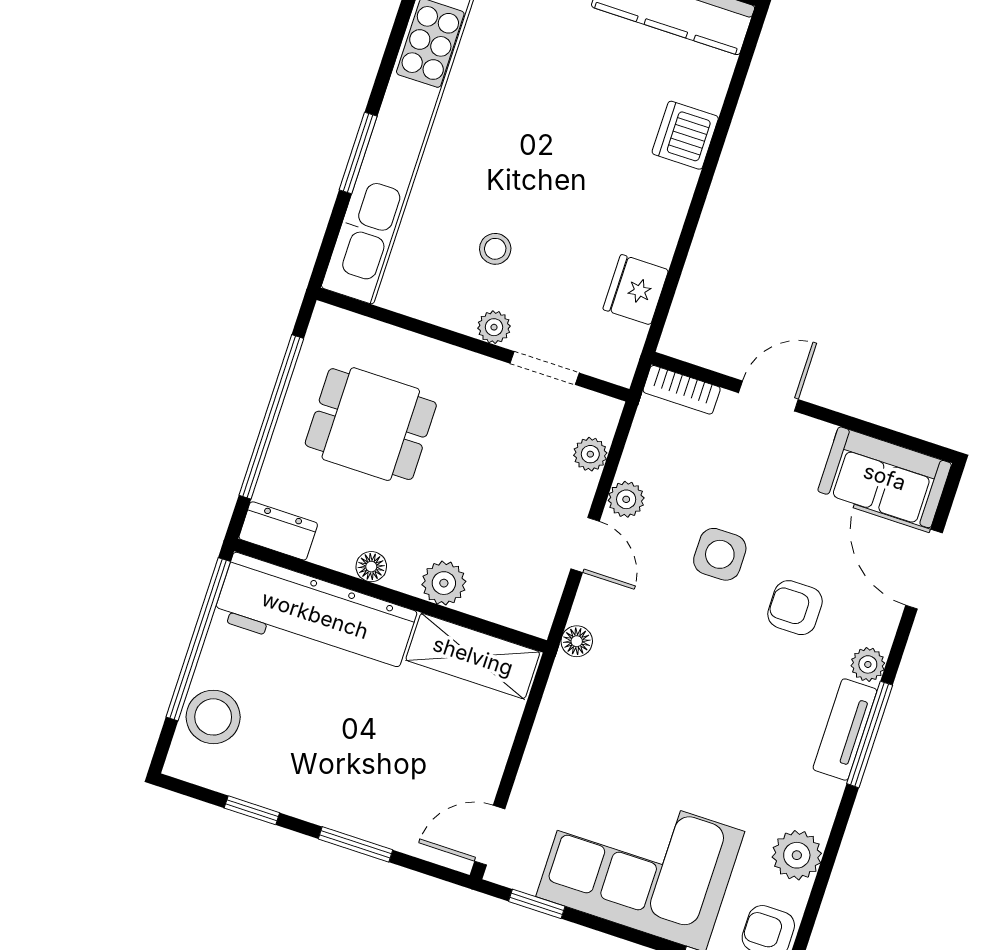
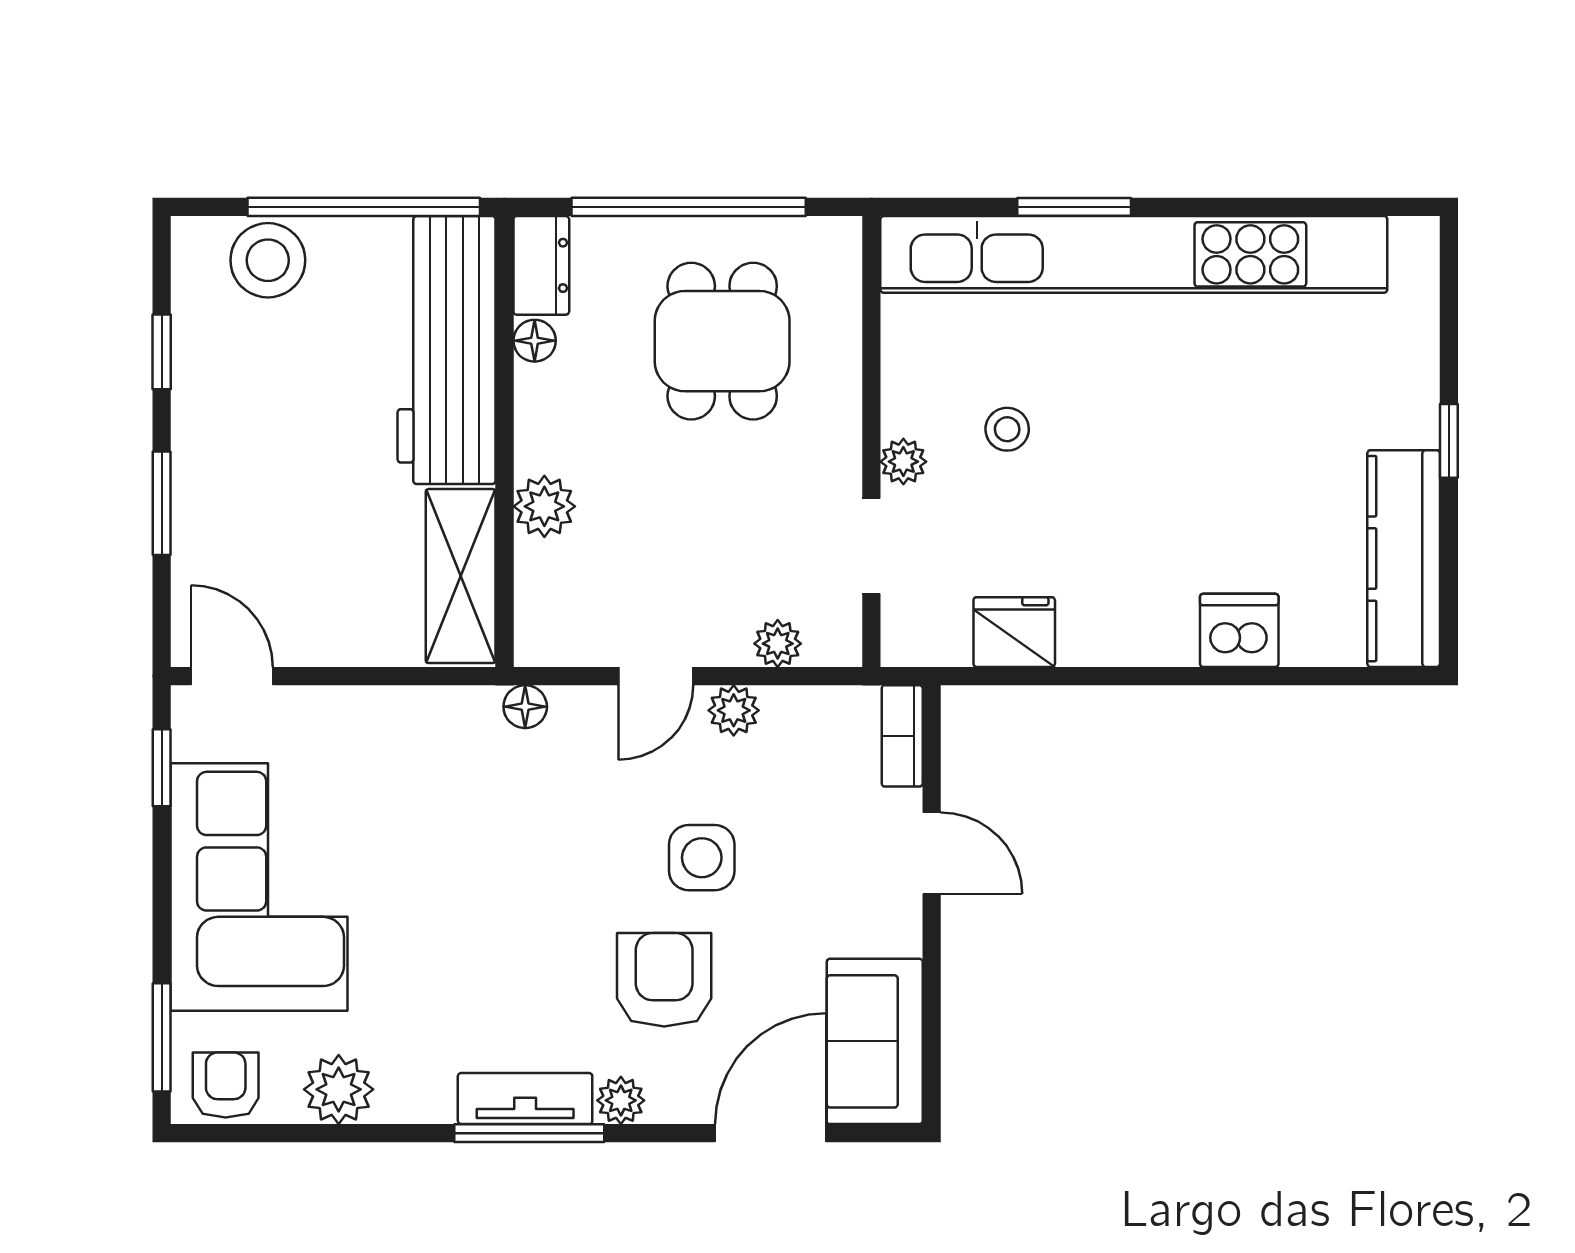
floor lamp: (371, 567) -> (535, 341), moved
armchair: (795, 608) -> (664, 980), width x1.38, depth x1.38

